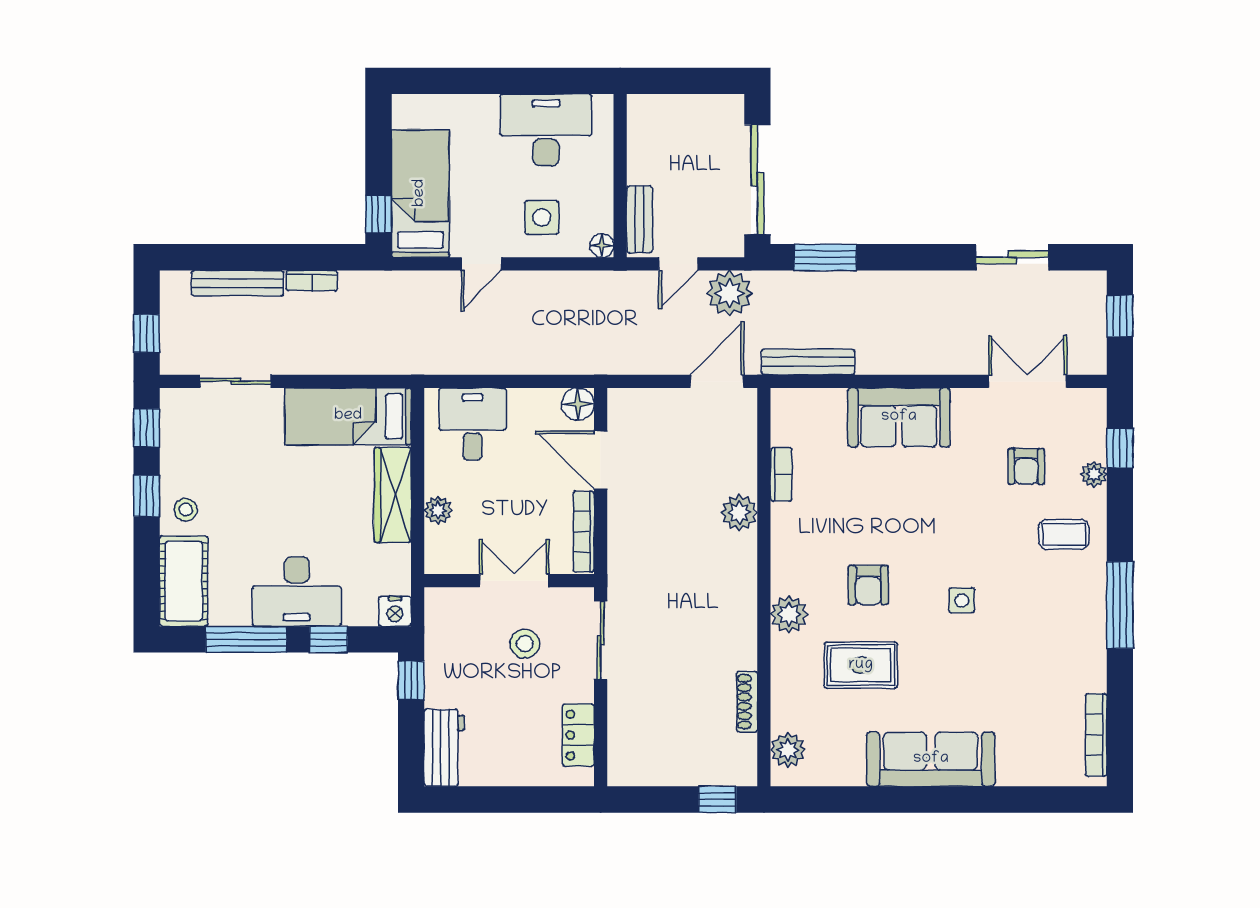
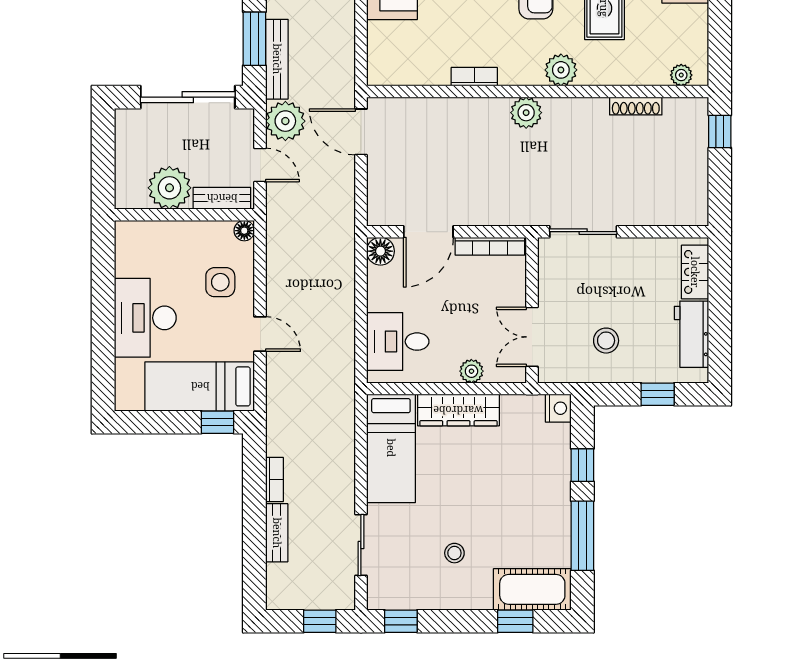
desk: (546, 130) -> (145, 318), moved
plant: (652, 158) -> (169, 188), added
bench: (237, 283) -> (277, 533), width x0.73
bench: (808, 362) -> (277, 59), moved
bookcase: (781, 474) -> (474, 77), moved
window: (147, 496) -> (515, 621), moved
stool: (186, 509) -> (454, 553), moved
plant: (739, 513) -> (526, 113), moved
double door: (514, 581) -> (532, 337), moved
desk: (297, 591) -> (541, 492), removed
stool: (525, 644) -> (606, 341), moved
window: (411, 680) -> (658, 394), moved
locker: (578, 735) -> (695, 272), moved, turned 90
workbench: (444, 748) -> (691, 334), moved, turned -90
plant: (788, 750) -> (681, 75), width x0.73, depth x0.73

